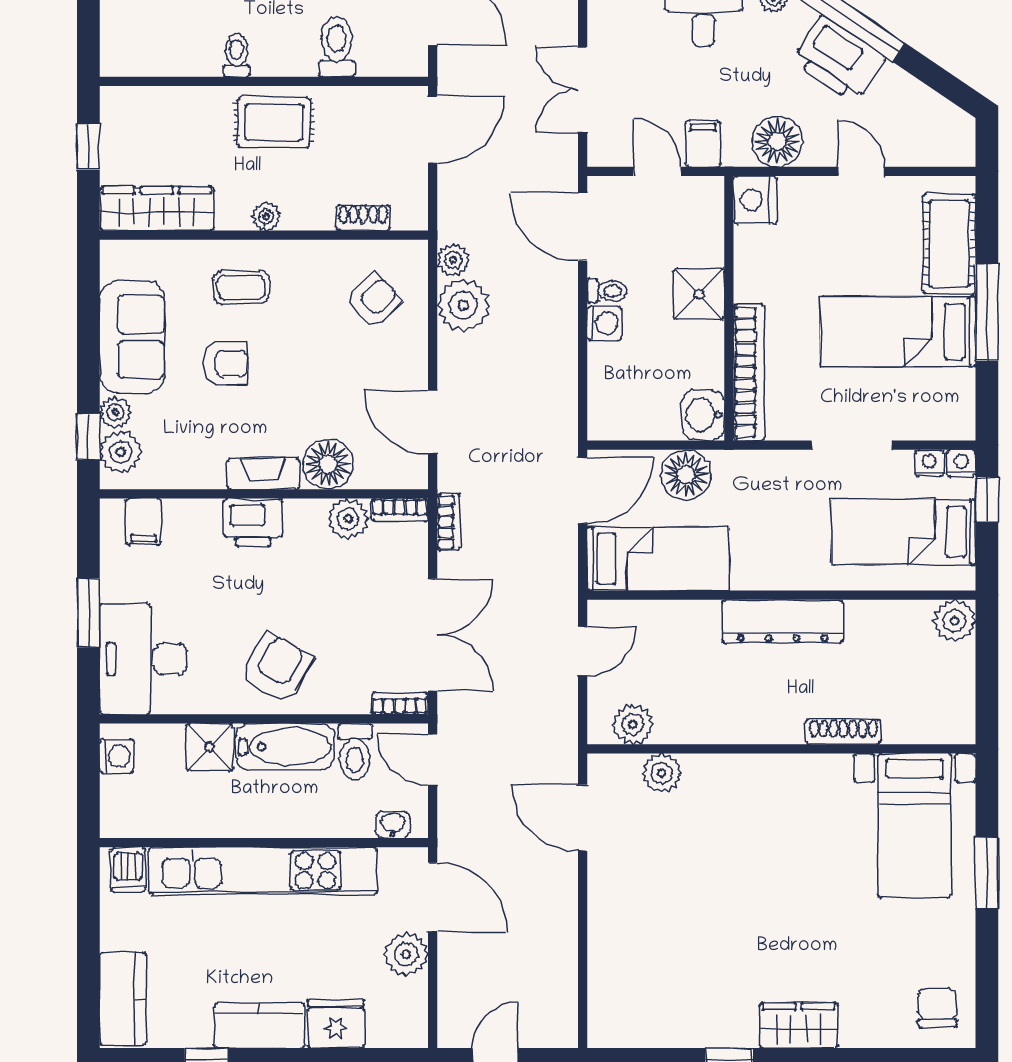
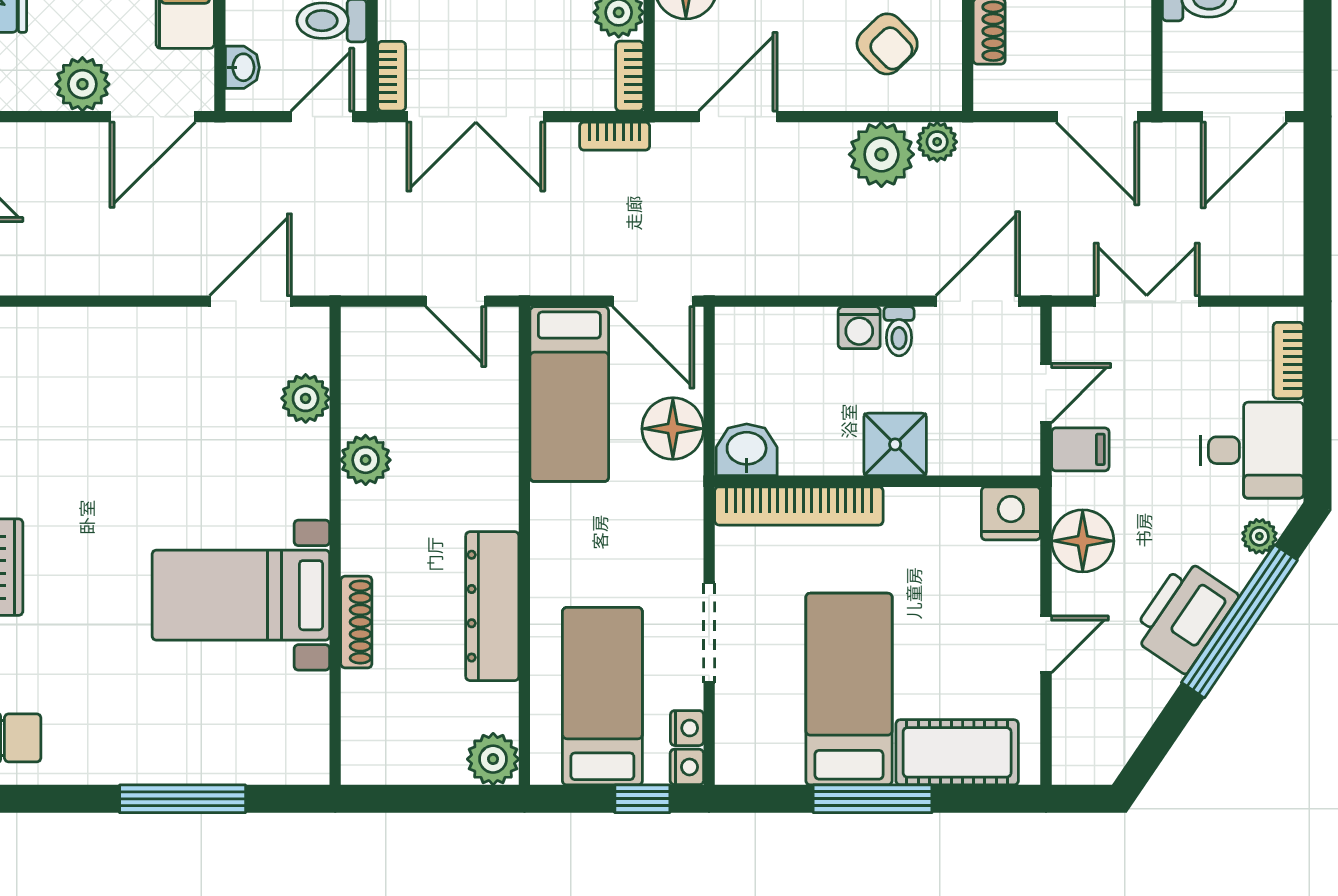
dresser: (783, 621) -> (492, 606), moved
plant: (633, 724) -> (366, 460), moved
bed with nightstands: (915, 826) -> (241, 595), moved
window: (987, 873) -> (183, 799), width x1.44

